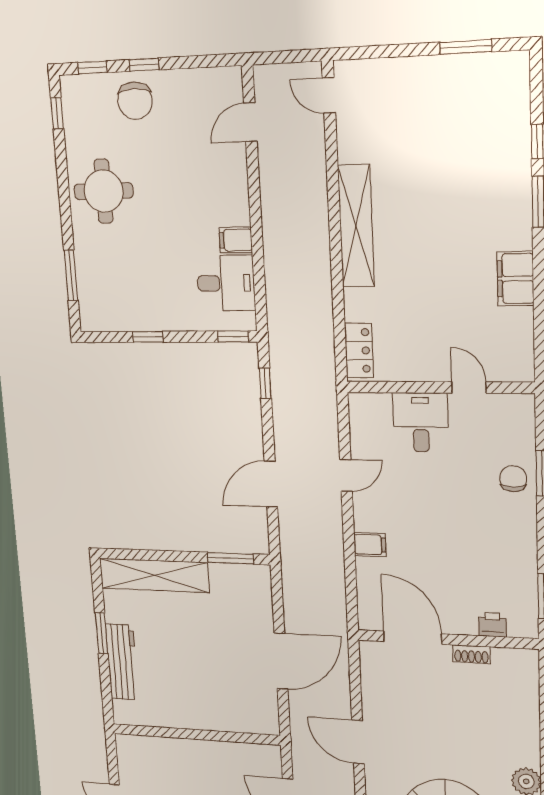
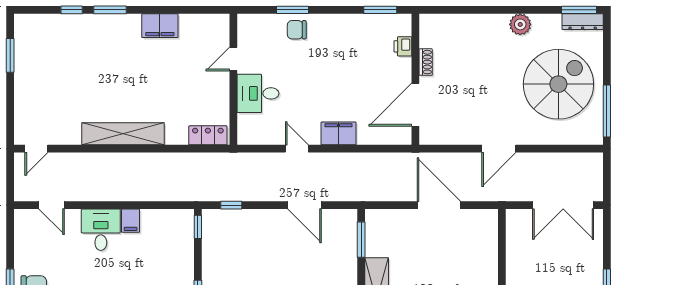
desk: (226, 283) -> (101, 230), moved
filing cabinet: (370, 545) -> (339, 133), width x2.00

